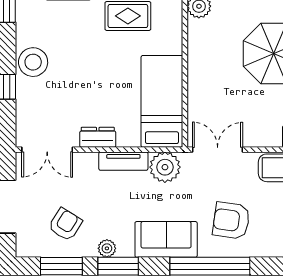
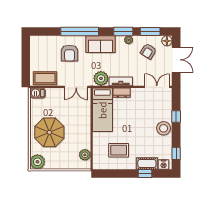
dresser: (98, 137) -> (122, 93), moved
armchair: (231, 221) -> (70, 53), turned 82
floor lamp: (26, 247) -> (167, 41), added

